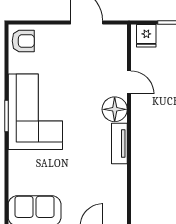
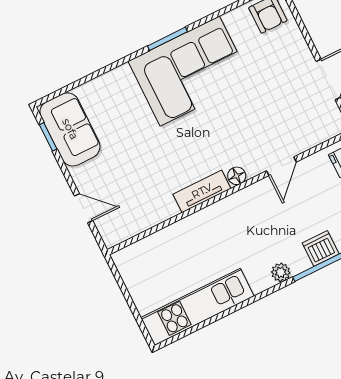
floor lamp: (115, 109) -> (237, 176), width x0.53, depth x0.53

